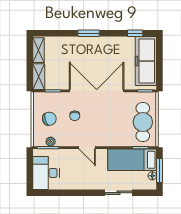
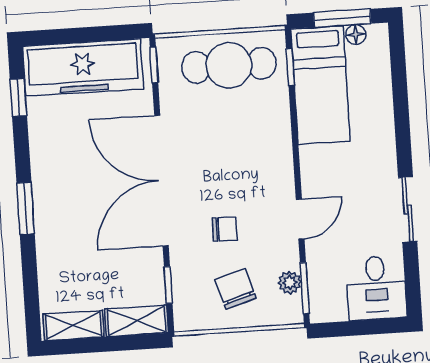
door: (87, 148) -> (300, 219), moved
desk: (46, 173) -> (376, 288), width x0.73
sliding door: (119, 193) -> (408, 209), moved

